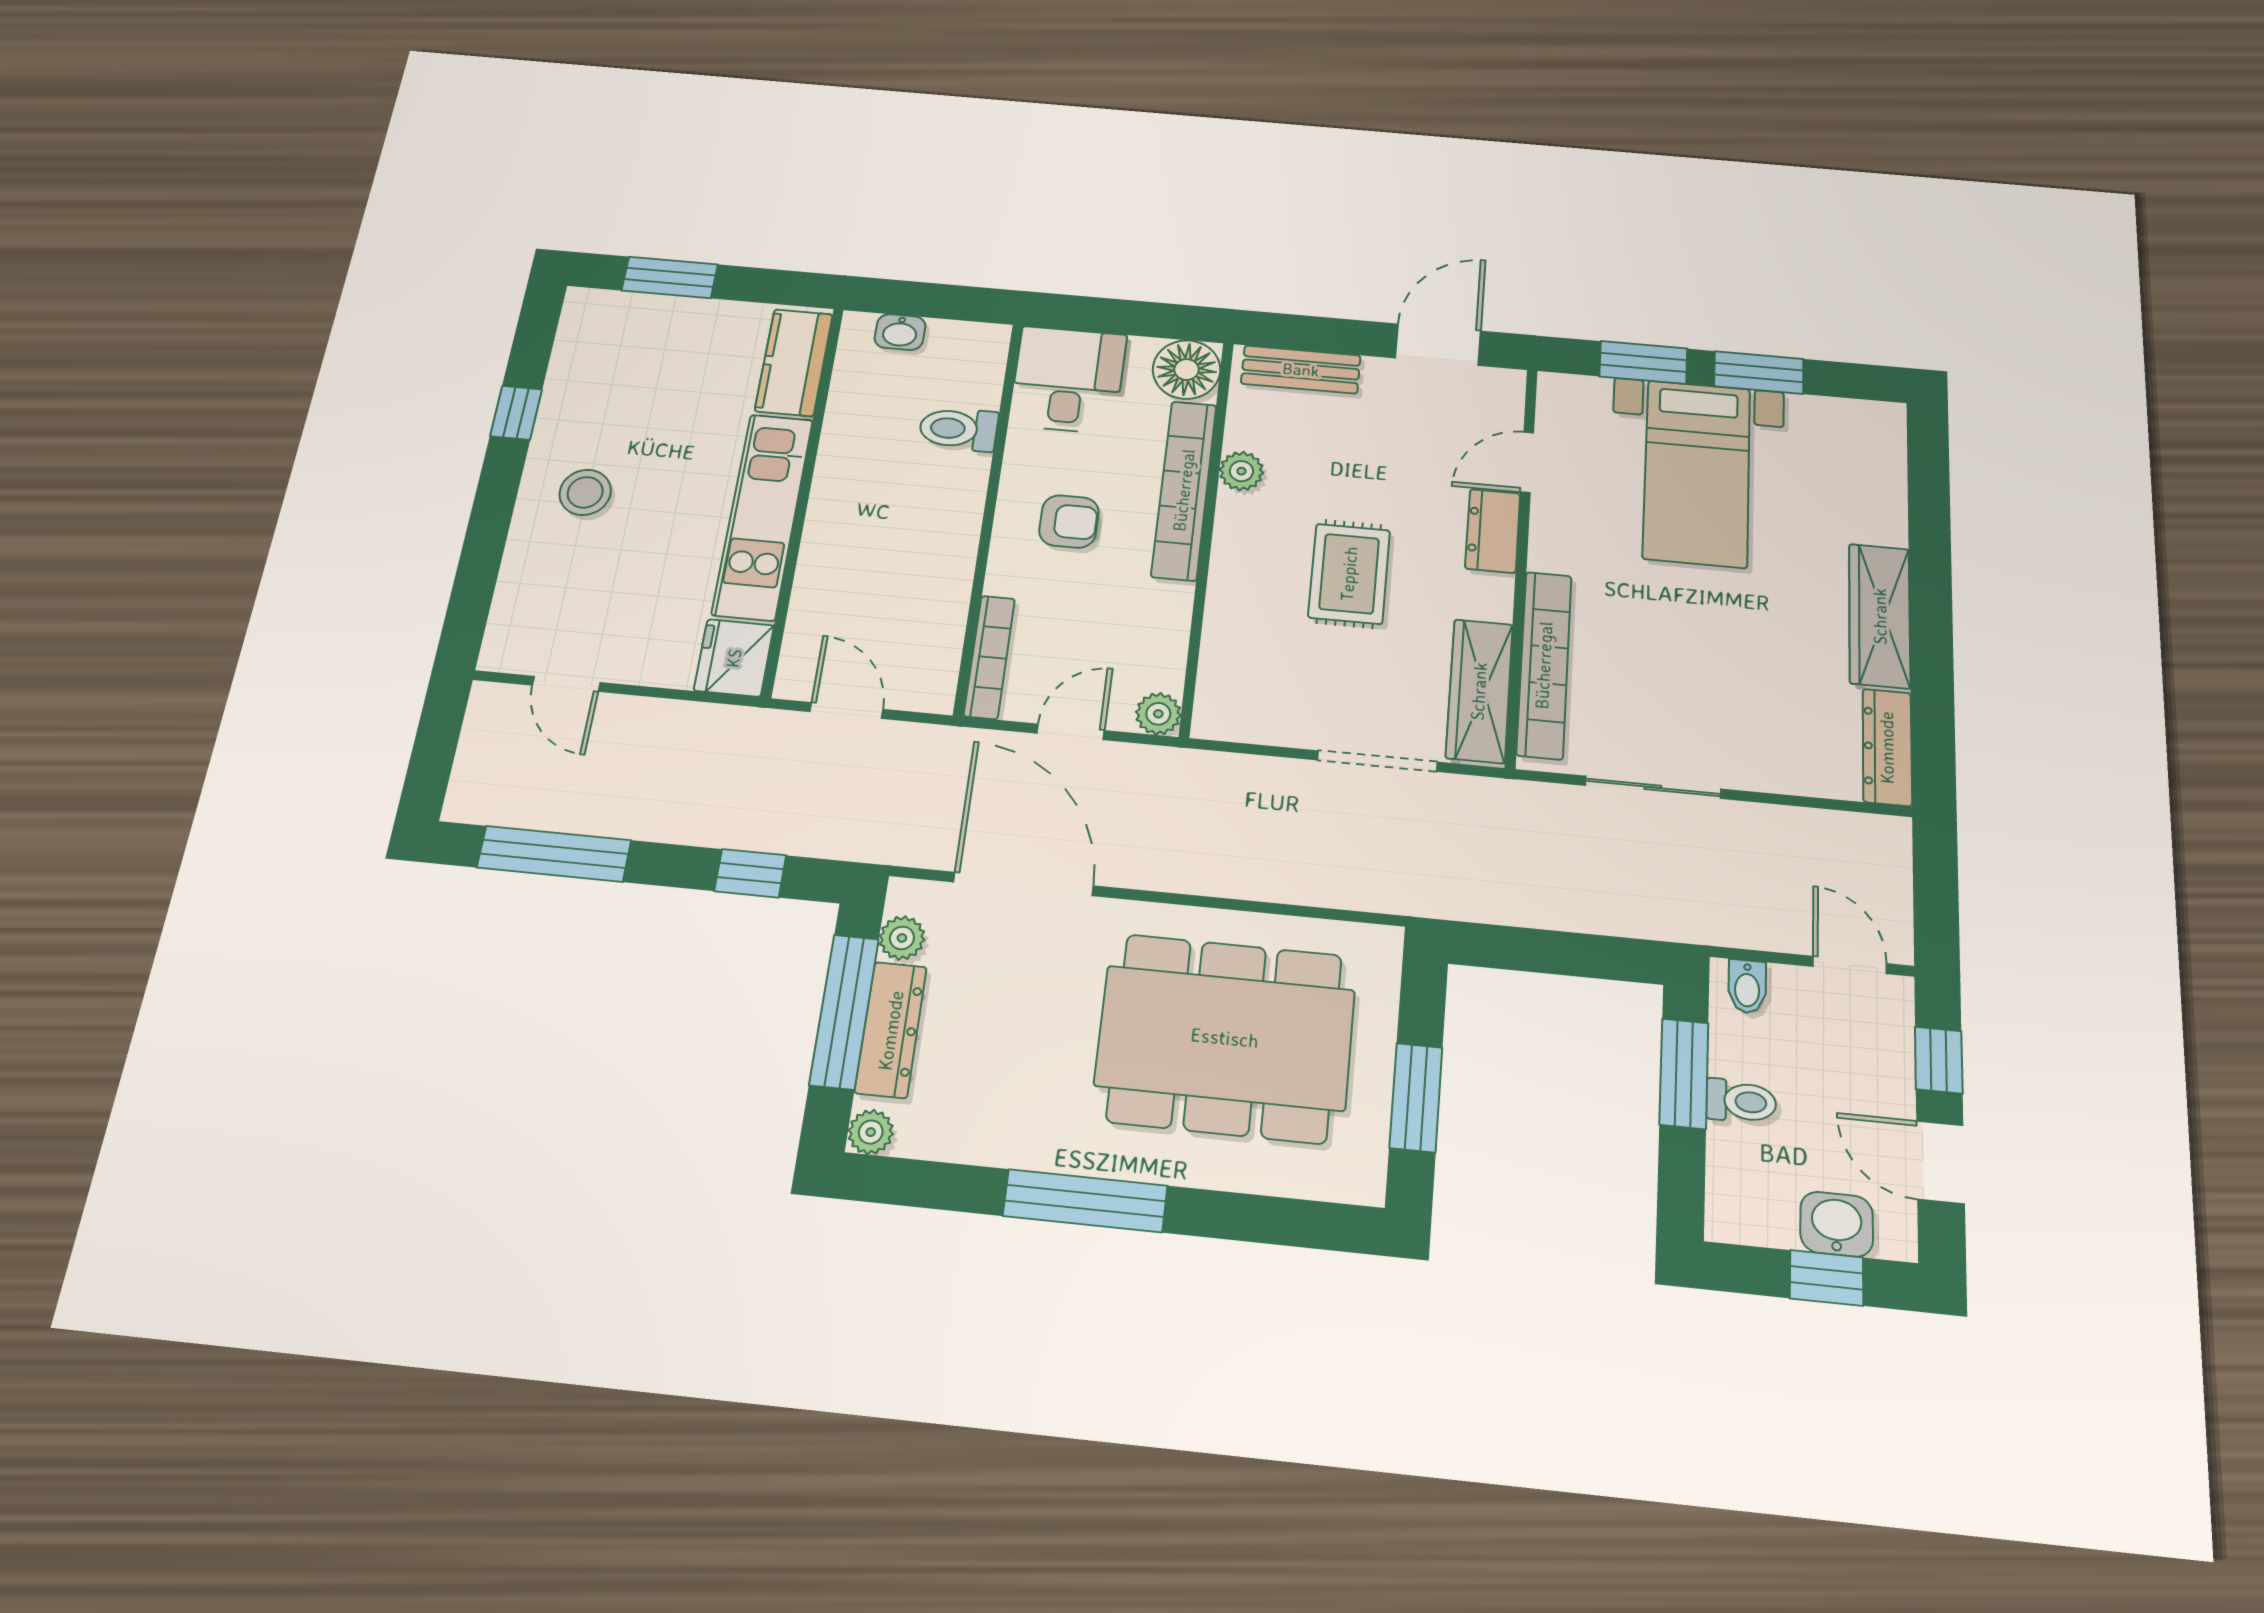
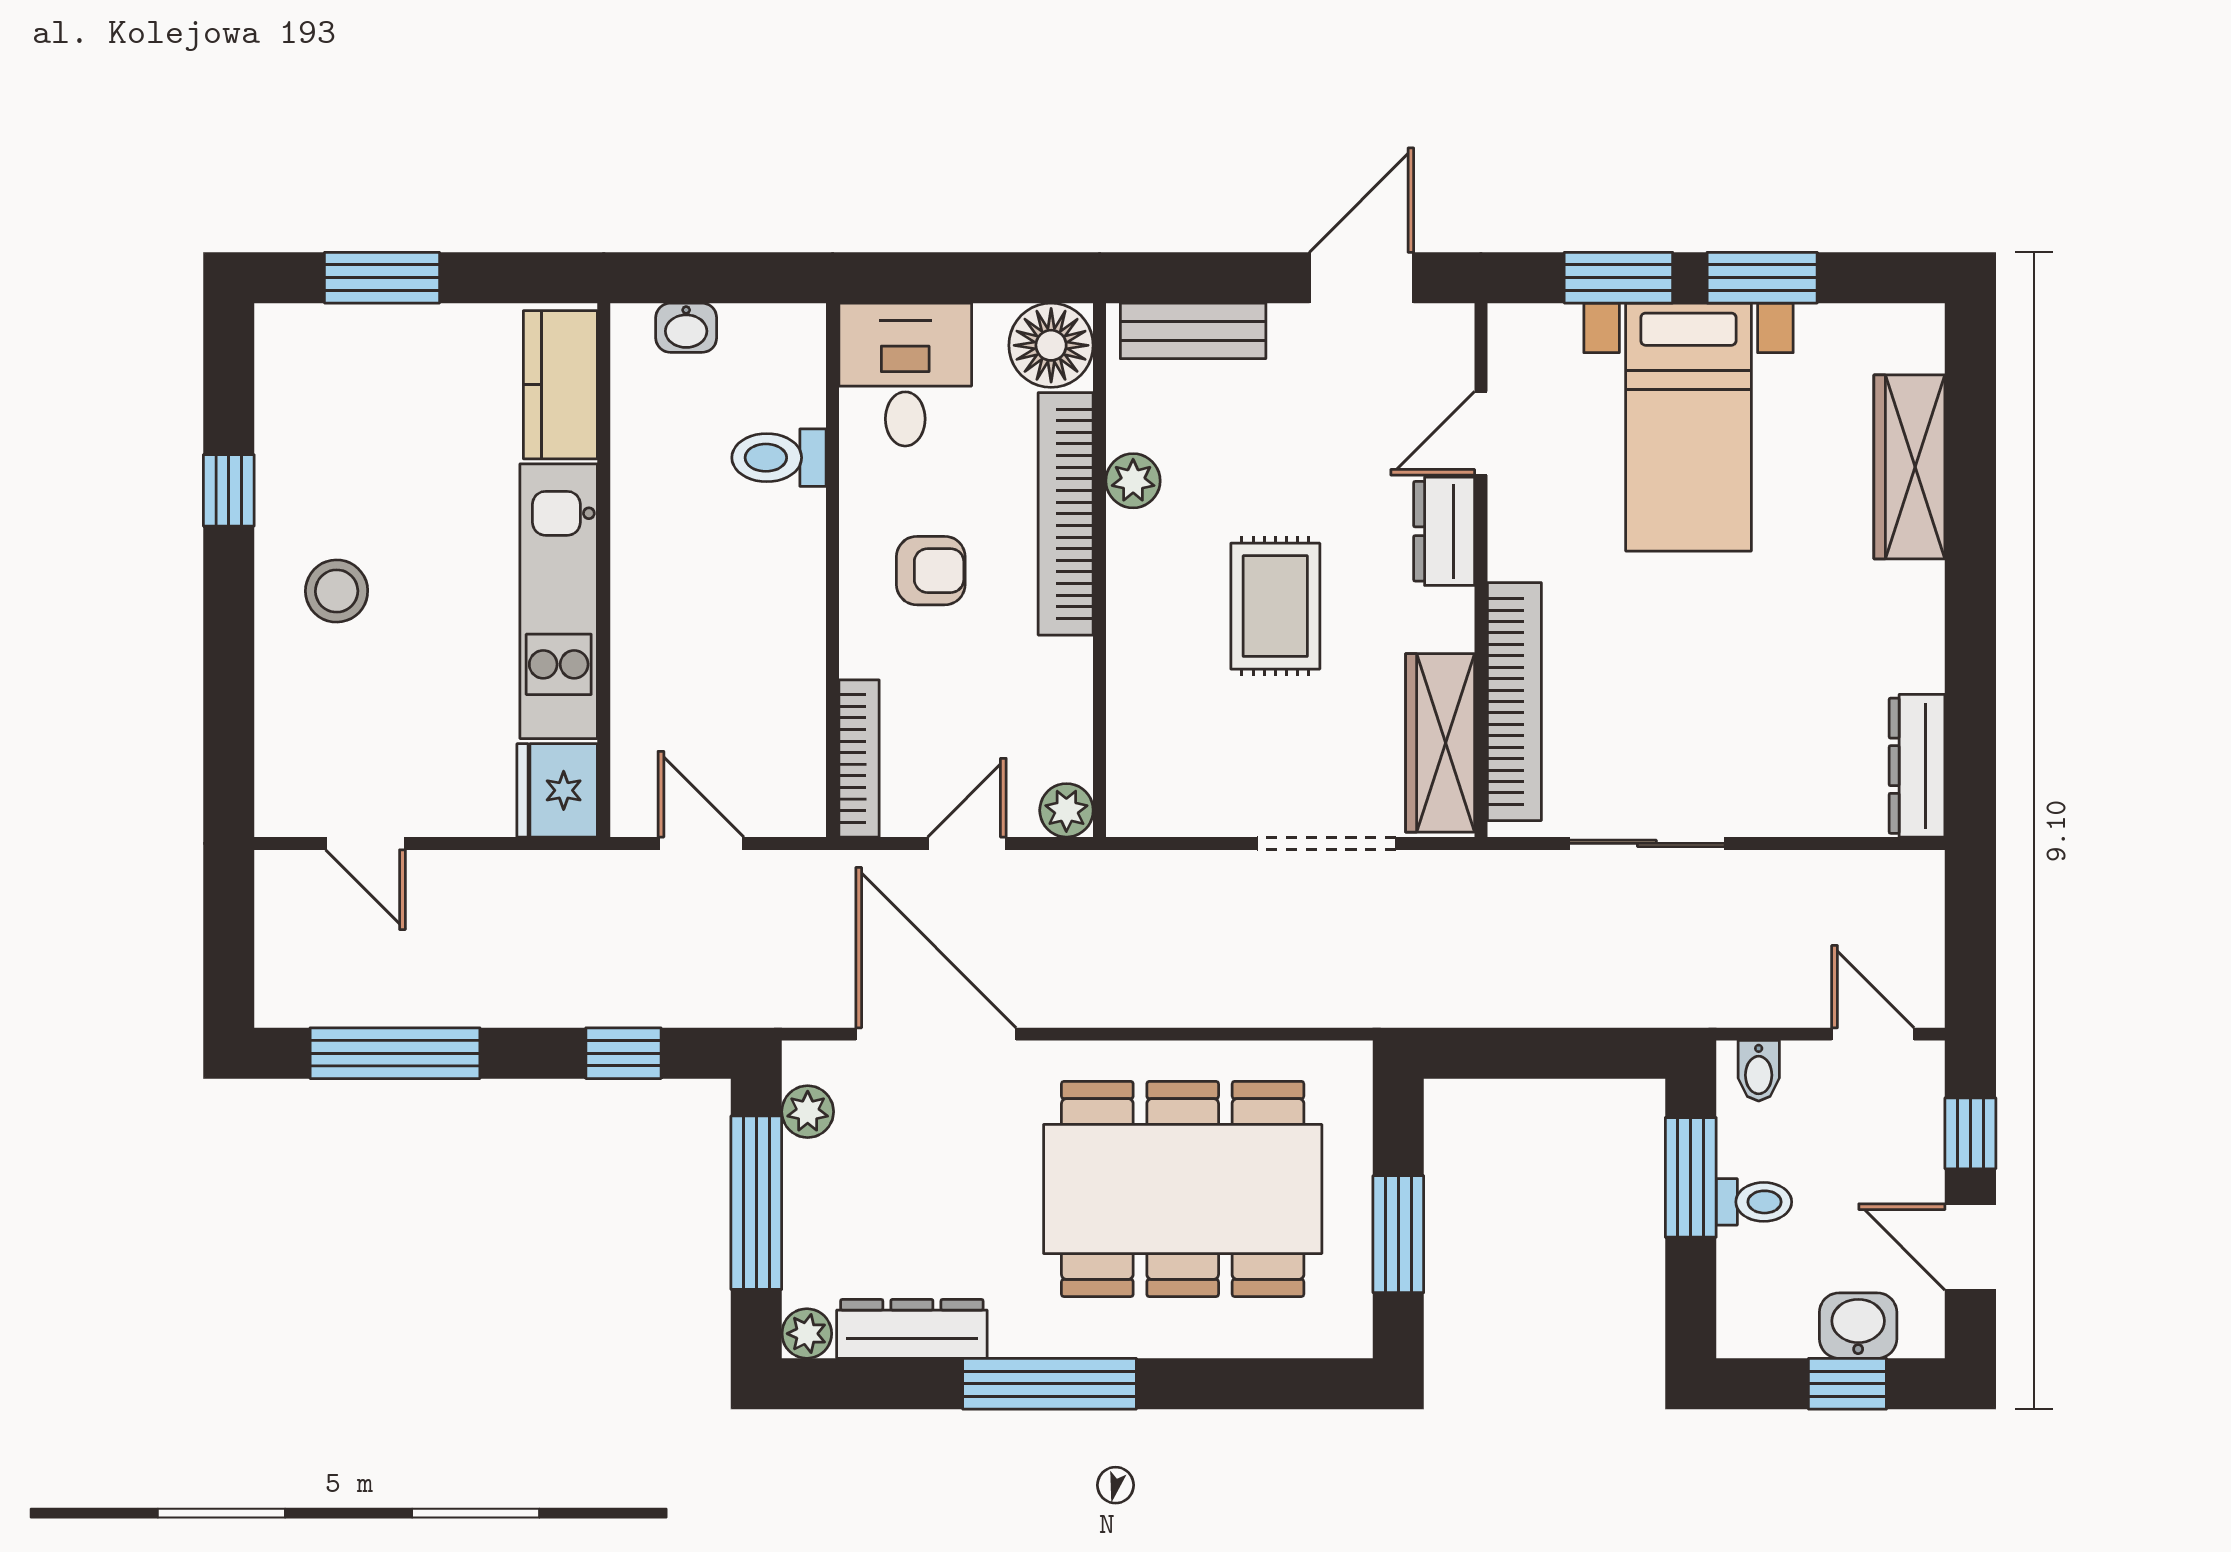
wardrobe: (1880, 616) -> (1909, 467), moved
dresser: (891, 1030) -> (912, 1329), moved, turned -90

